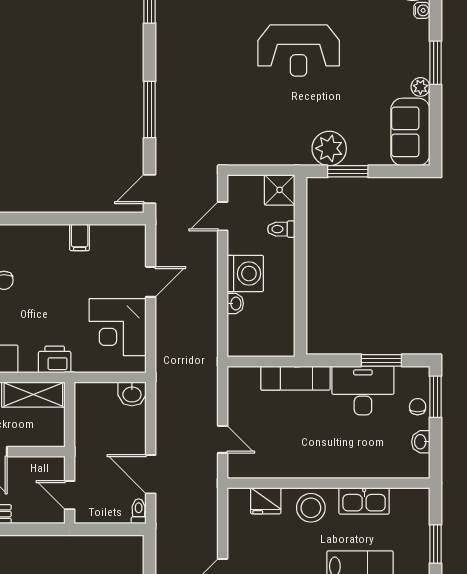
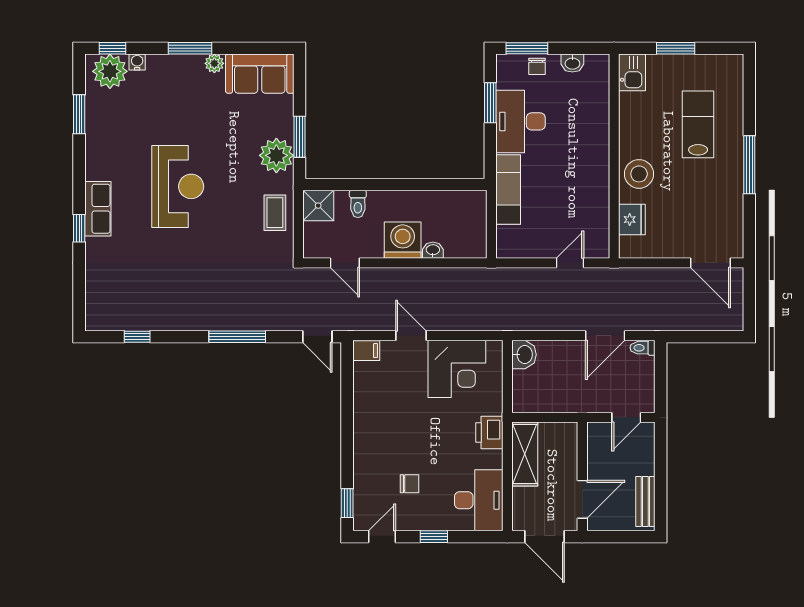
coffee table: (273, 147) -> (275, 213), added
filing cabinet: (80, 237) -> (366, 351), moved
chair: (418, 407) -> (537, 66), turned -90
kitchen sink: (364, 501) -> (632, 72), moved, width x0.73

